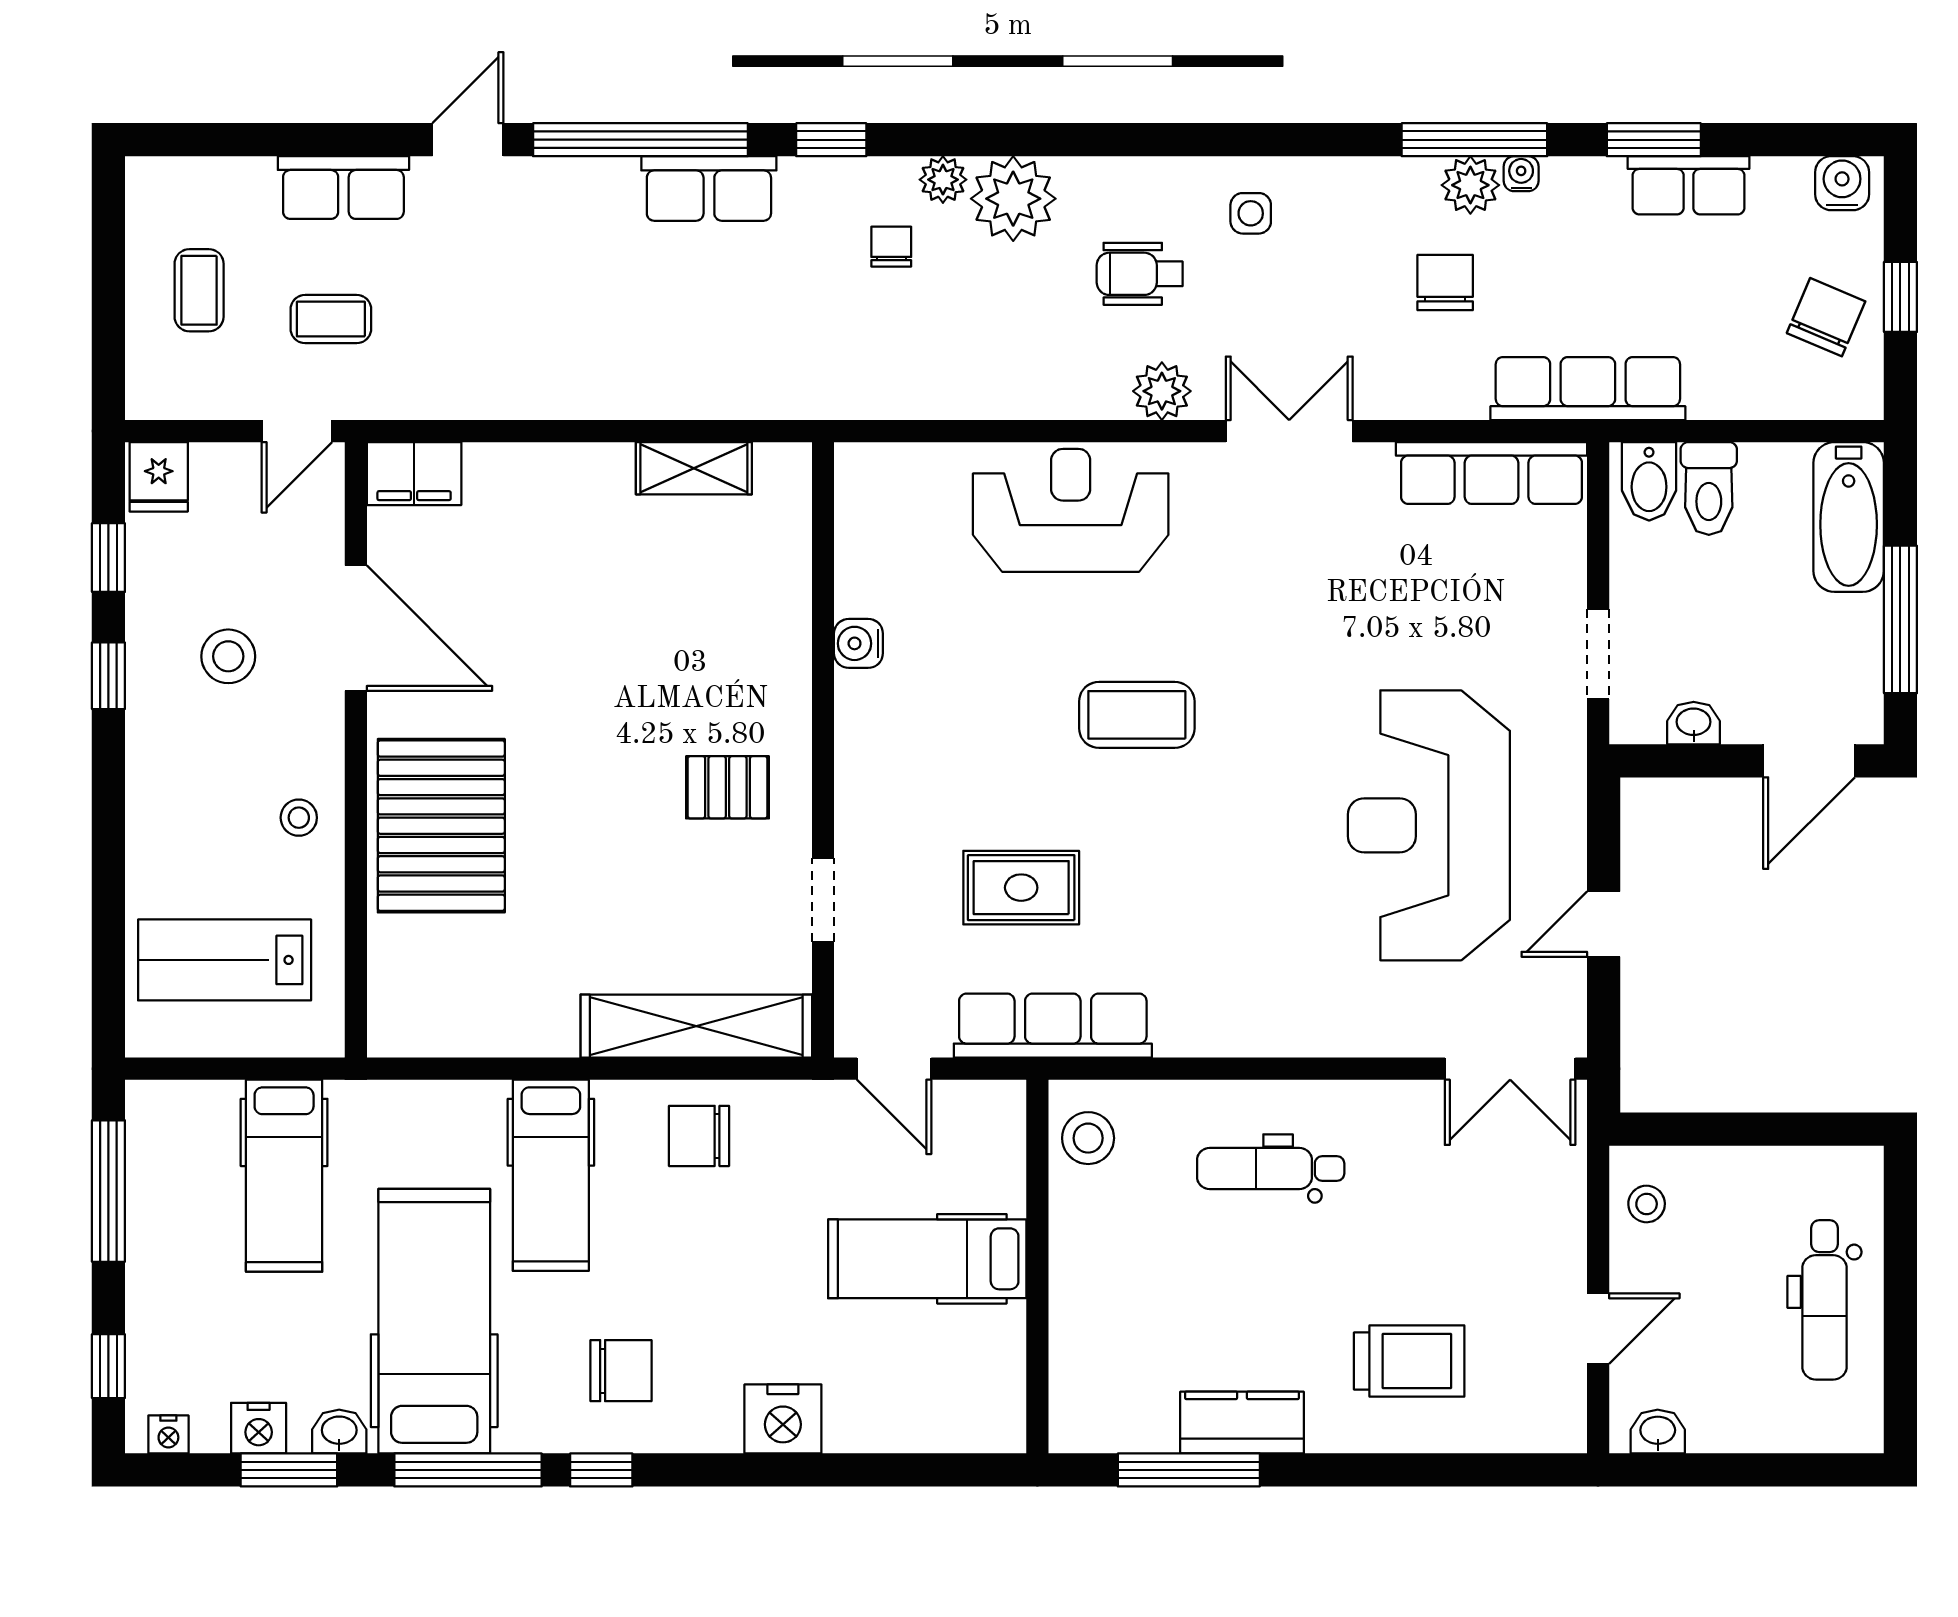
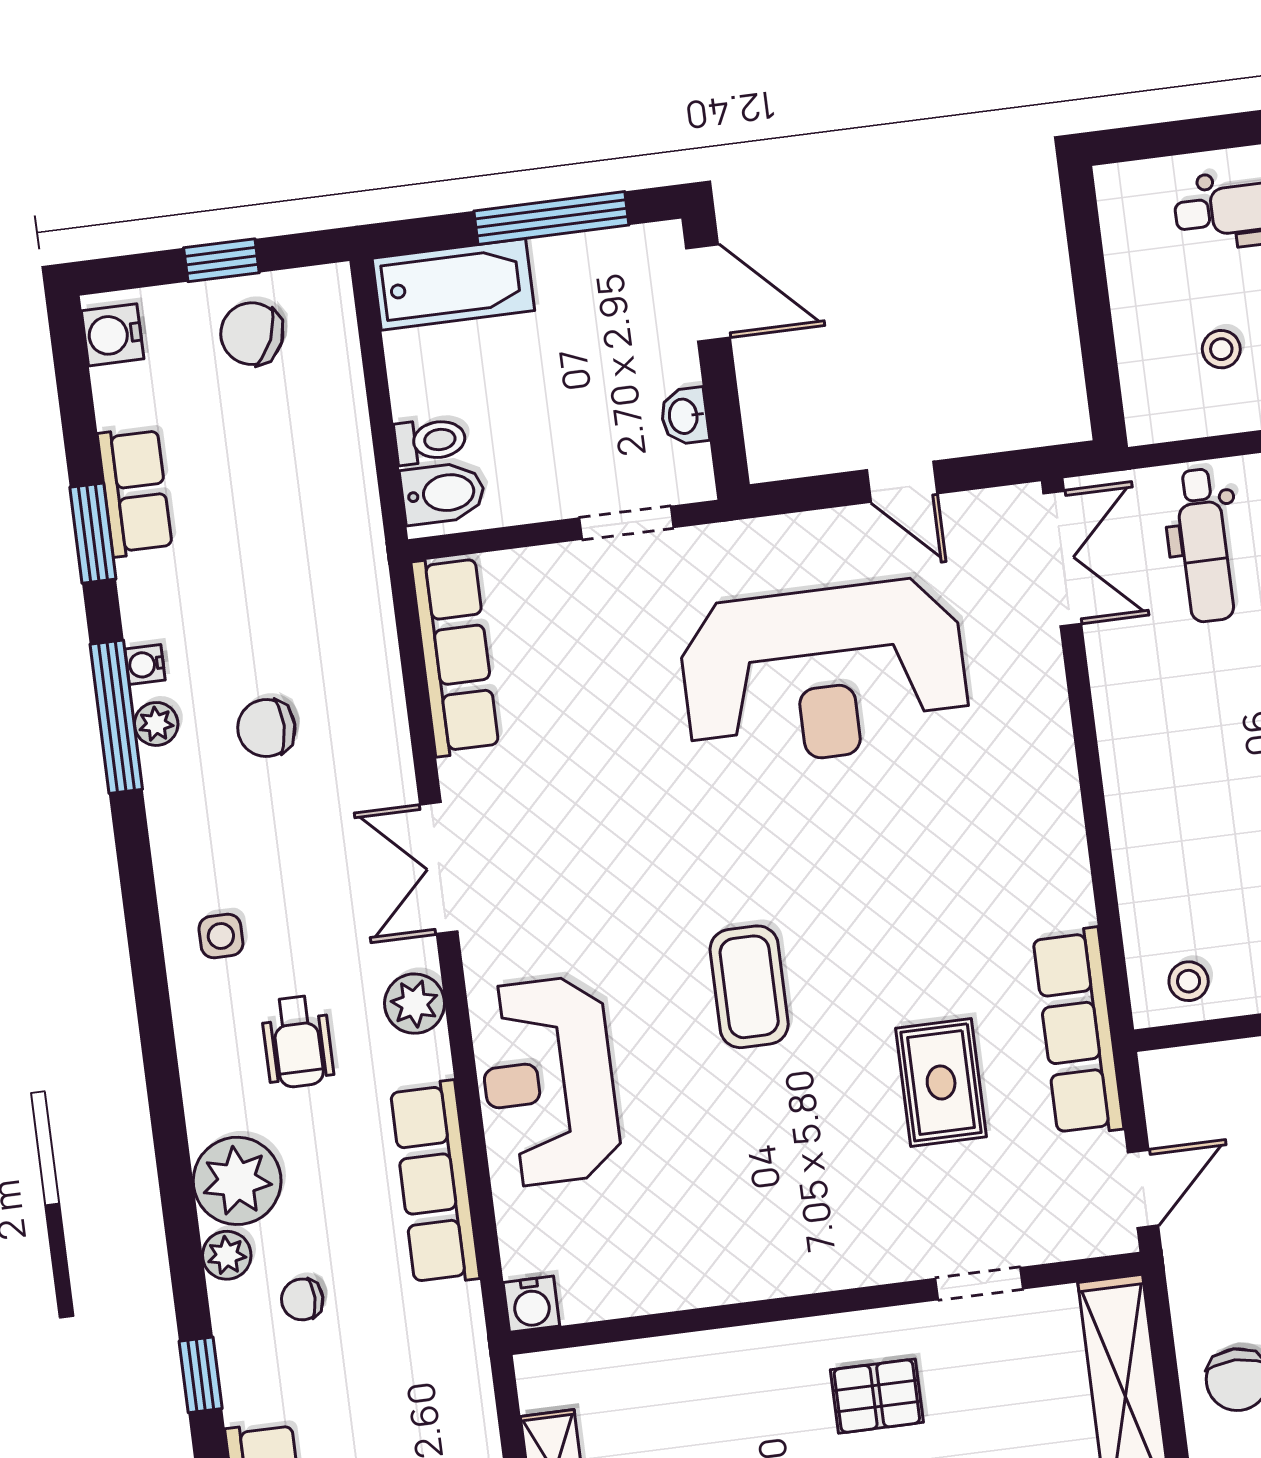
plant: (1470, 185) -> (156, 724), width x0.73, depth x0.73
row of seats: (1588, 389) -> (435, 1183), moved
toilet: (1709, 488) -> (430, 441), width x0.73, depth x0.72
water cooler: (858, 643) -> (531, 1304), moved
pallet: (728, 787) -> (877, 1396), turned 90
stool: (1088, 1138) -> (1189, 981), width x0.73, depth x0.73
dental chair: (1271, 1169) -> (1204, 545), moved
stool: (1647, 1204) -> (1221, 349), moved

